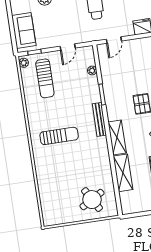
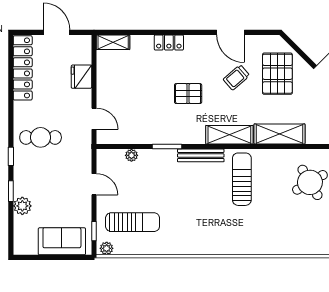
sun lounger: (59, 136) -> (242, 179), moved

